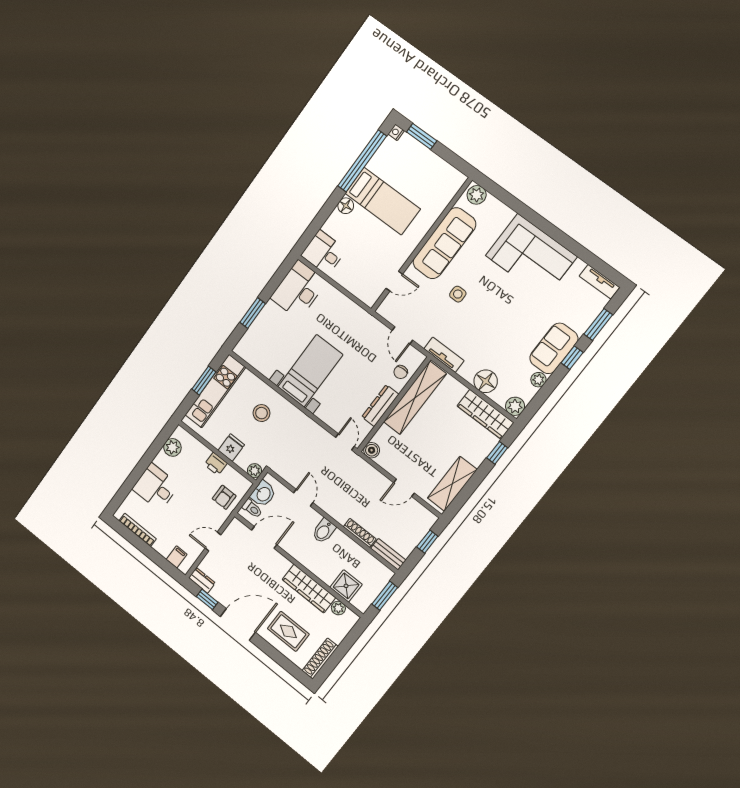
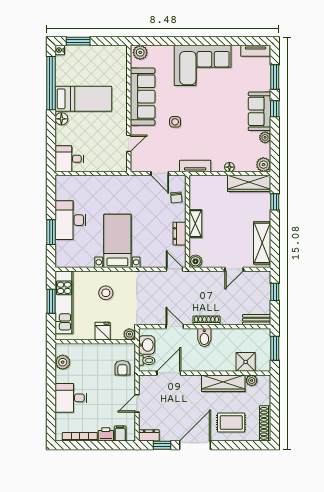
desk: (298, 290) -> (71, 220), moved
floor lamp: (486, 381) -> (229, 167), width x0.53, depth x0.53
shelving: (415, 398) -> (195, 224), width x0.45, depth x0.75
dresser: (380, 406) -> (179, 234), width x0.70
printer: (216, 464) -> (106, 434), moved, turned 180
shoe rack: (360, 533) -> (206, 320), moved

